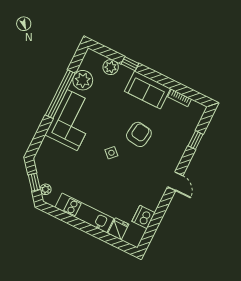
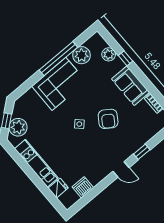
armchair: (139, 134) -> (108, 119), turned 116
window: (196, 140) -> (142, 152), moved
door: (175, 181) -> (121, 169), hinge flipped
plant: (46, 189) -> (18, 127), width x1.88, depth x1.88

